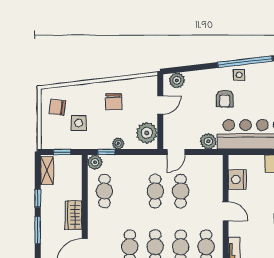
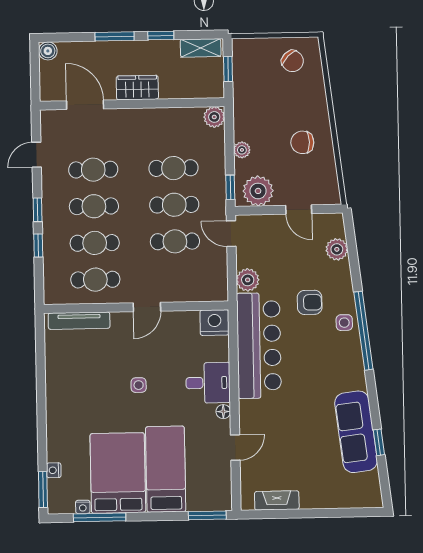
plant: (177, 80) -> (337, 249), moved
armchair: (225, 99) -> (310, 302), turned 180
chair: (57, 107) -> (292, 61), turned 129
side table: (79, 123) -> (270, 92), removed
window: (106, 152) -> (230, 187), moved
nightstand: (237, 180) -> (215, 323), moved
cafe table: (104, 191) -> (174, 168), moved

